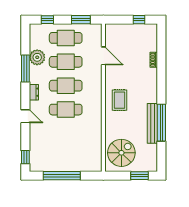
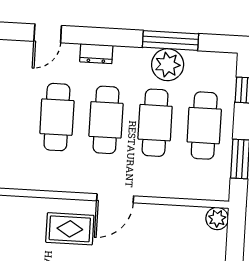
plant: (110, 29) -> (217, 219), added
door: (103, 56) -> (115, 198), moved
window: (25, 69) -> (170, 41), moved

